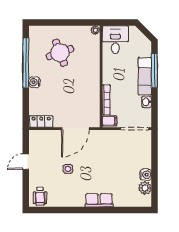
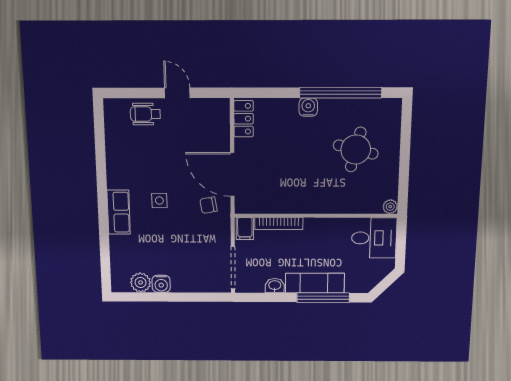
round table: (60, 53) -> (356, 150), turned 34
chair: (95, 144) -> (208, 205), added
side table: (68, 169) -> (159, 201), moved
wheelchair: (40, 196) -> (145, 114), moved

